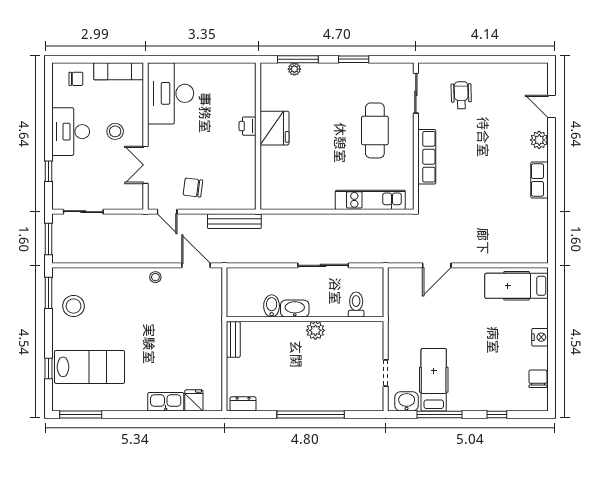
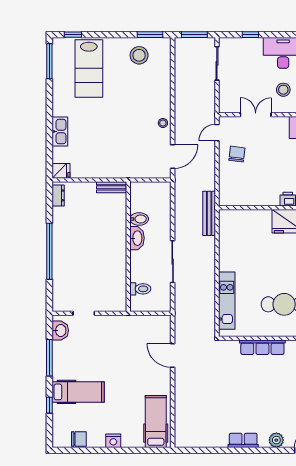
bench: (234, 221) -> (209, 213), moved
plant: (315, 330) -> (119, 255), removed
window: (48, 369) -> (73, 35), moved
hospital bed: (434, 380) -> (78, 392), moved
fridge: (194, 400) -> (61, 171), moved

